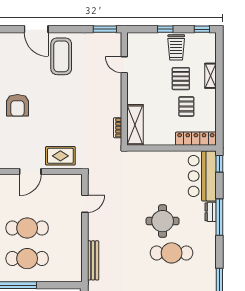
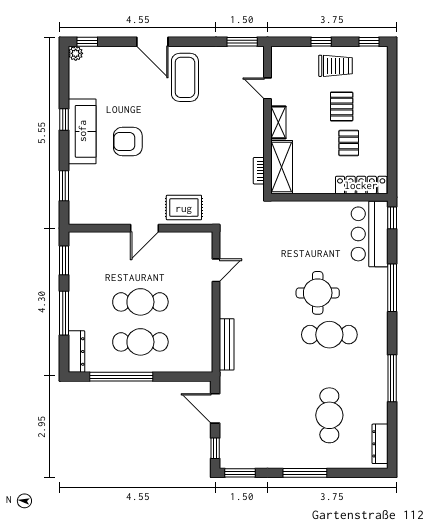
trolley: (176, 47) -> (336, 66), turned -90
shelving: (210, 76) -> (278, 122), moved
armchair: (17, 105) -> (128, 142), turned 90
dresser: (211, 212) -> (381, 281), removed

